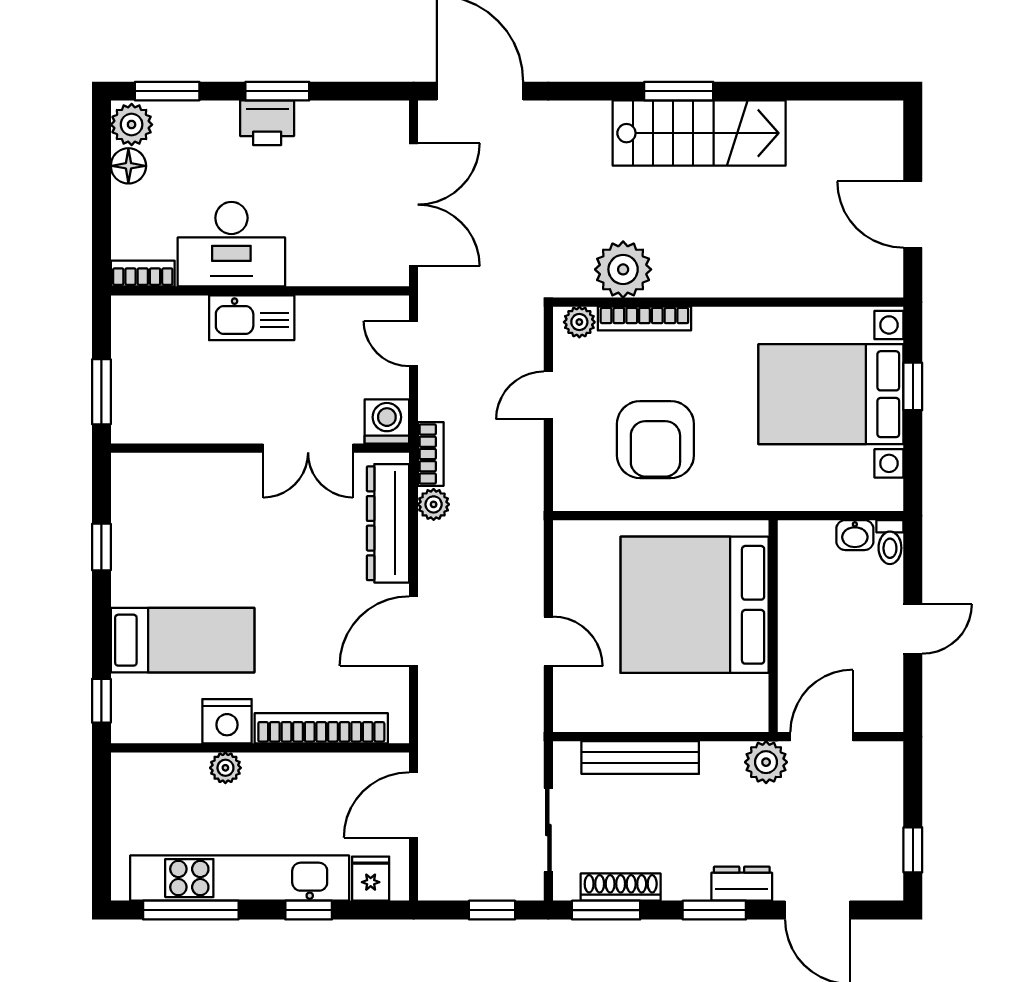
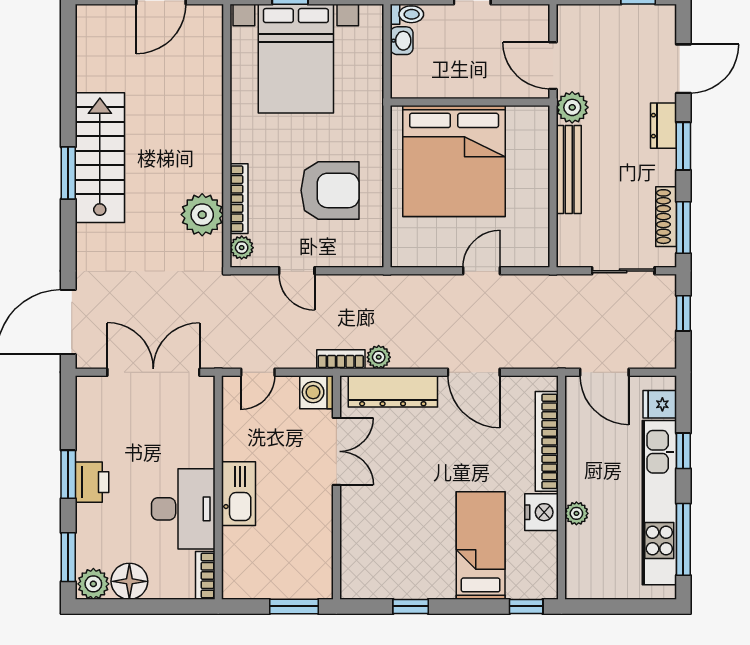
floor lamp: (128, 166) -> (129, 581), width x1.38, depth x1.38
bench: (640, 758) -> (569, 170), moved

